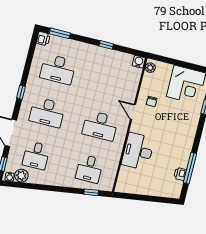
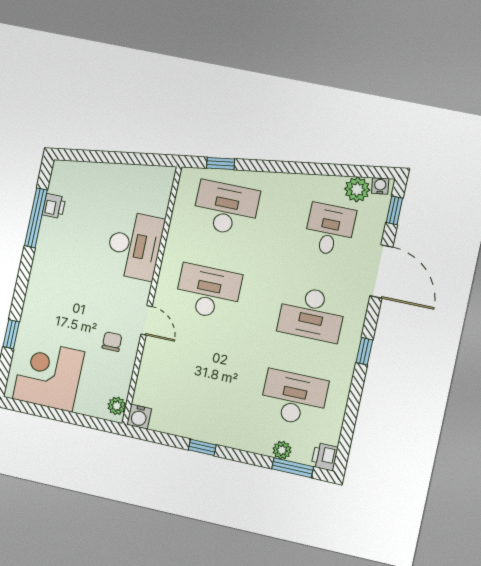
plant: (65, 42) -> (282, 450), added
desk: (47, 112) -> (312, 314), turned 180
desk: (89, 169) -> (226, 208), width x1.37

